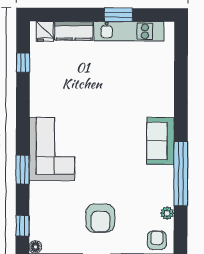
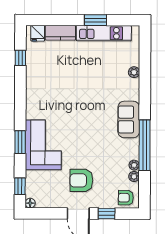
plant: (167, 81) -> (134, 72), added
corner sofa: (52, 149) -> (43, 145), moved
plant: (167, 199) -> (134, 165), added
armchair: (100, 218) -> (81, 180), turned 90
armchair: (157, 240) -> (126, 198), turned -89

